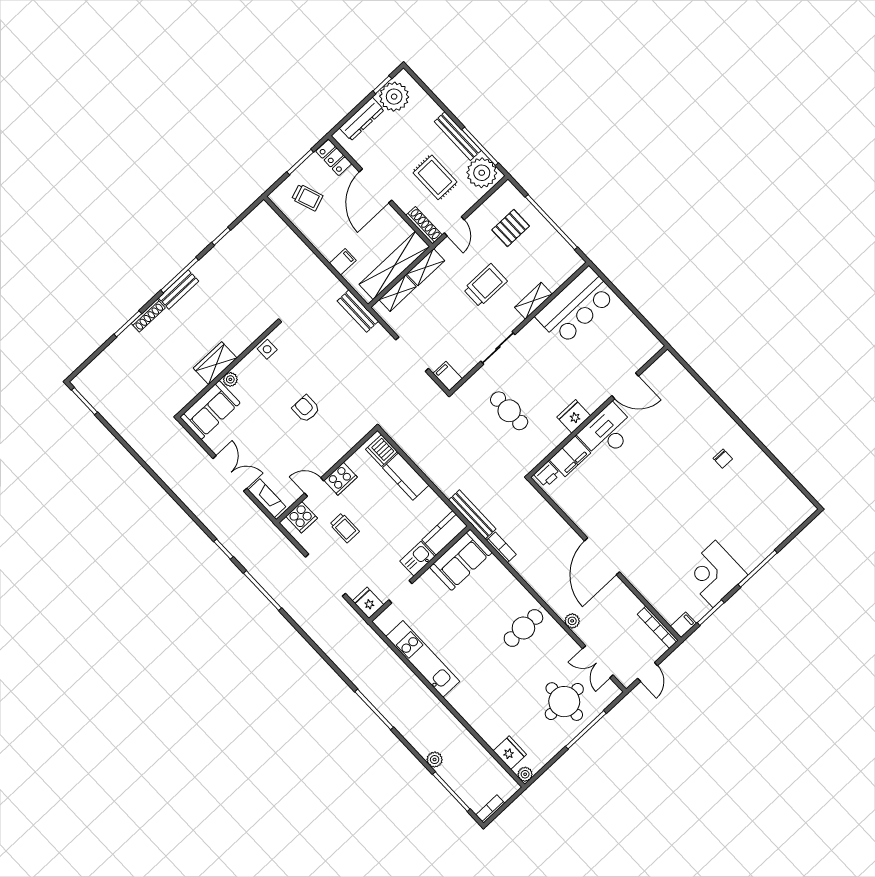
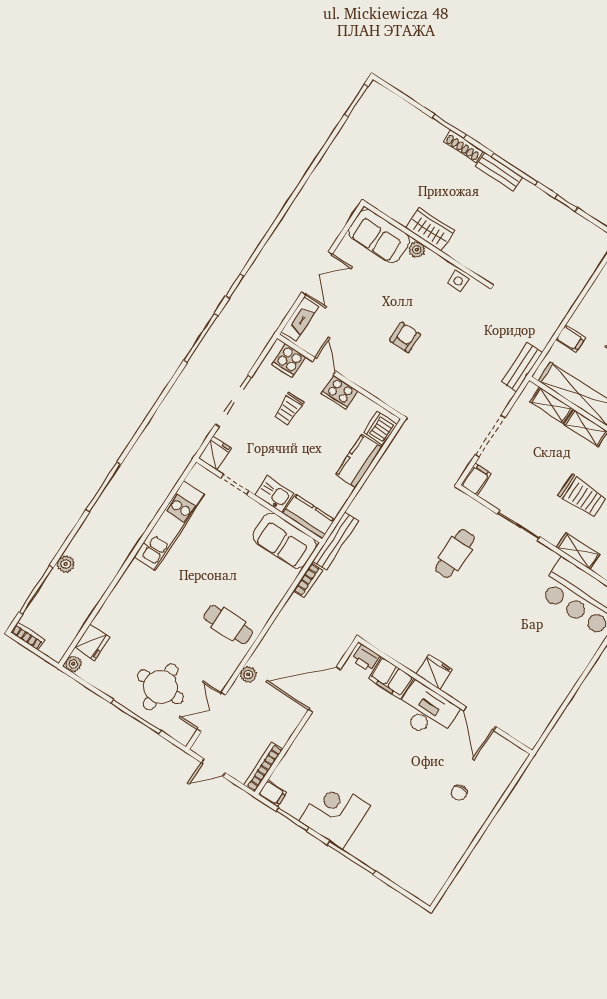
door: (625, 386) -> (480, 718), moved
wall: (598, 412) -> (445, 696), moved
fridge: (574, 416) -> (434, 672), moved
desk: (607, 432) -> (426, 711), moved
filing cabinet: (570, 456) -> (391, 678), moved
printer: (547, 474) -> (366, 658), moved

